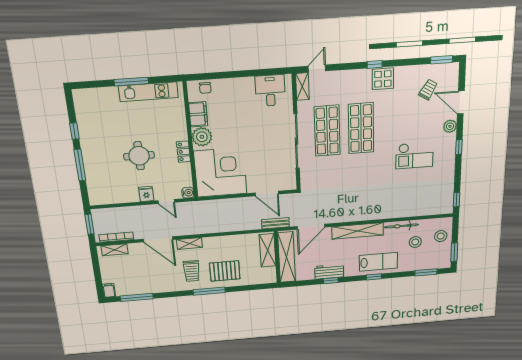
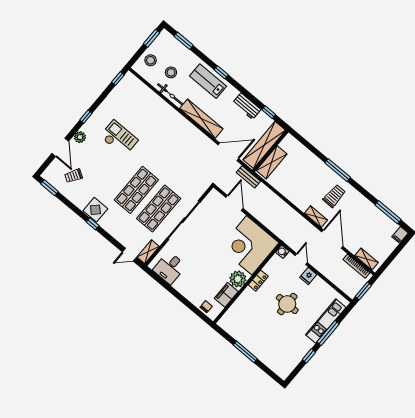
kitchen unit: (148, 92) -> (326, 321), moved, turned -90
pallet: (225, 271) -> (313, 175), removed
window: (331, 281) -> (269, 112), moved

